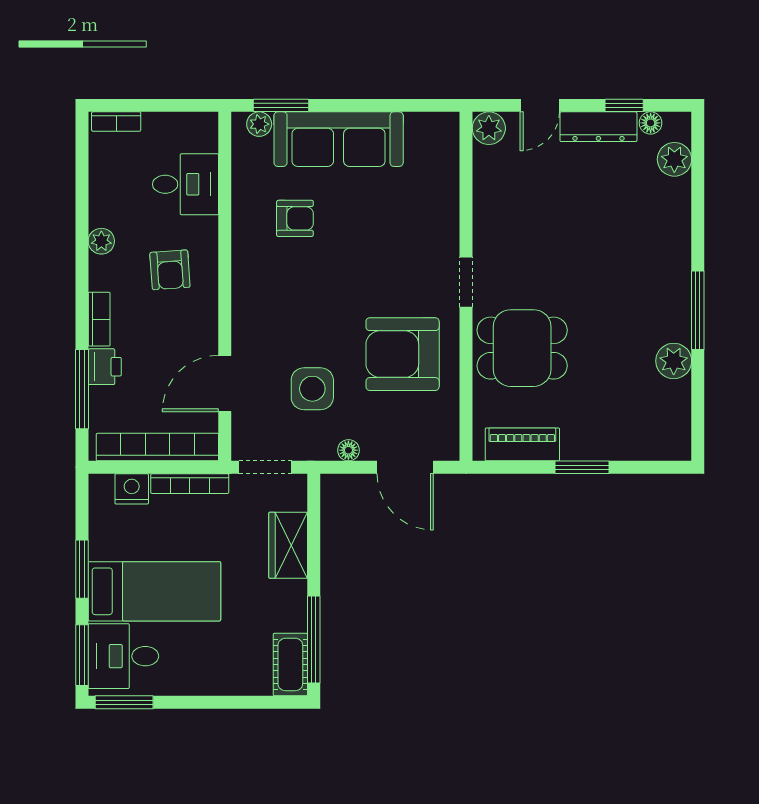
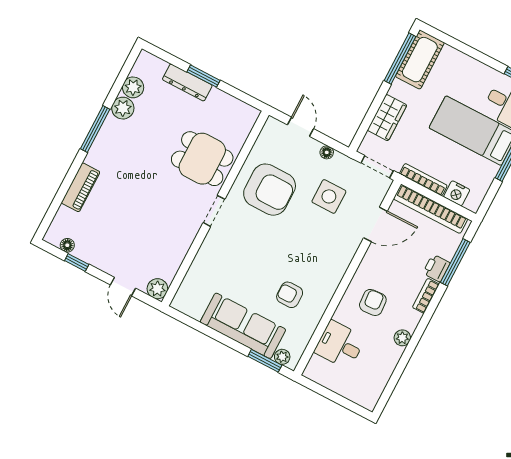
door: (540, 105) -> (123, 287), swing flipped
bookcase: (116, 122) -> (360, 399), removed
dresser: (598, 127) -> (187, 82), moved, turned 180
plant: (674, 159) -> (133, 87), moved
piano: (522, 444) -> (81, 187), moved, turned -90
door: (405, 467) -> (301, 127), width x0.73
cot: (290, 664) -> (420, 60), width x1.37, depth x1.34

